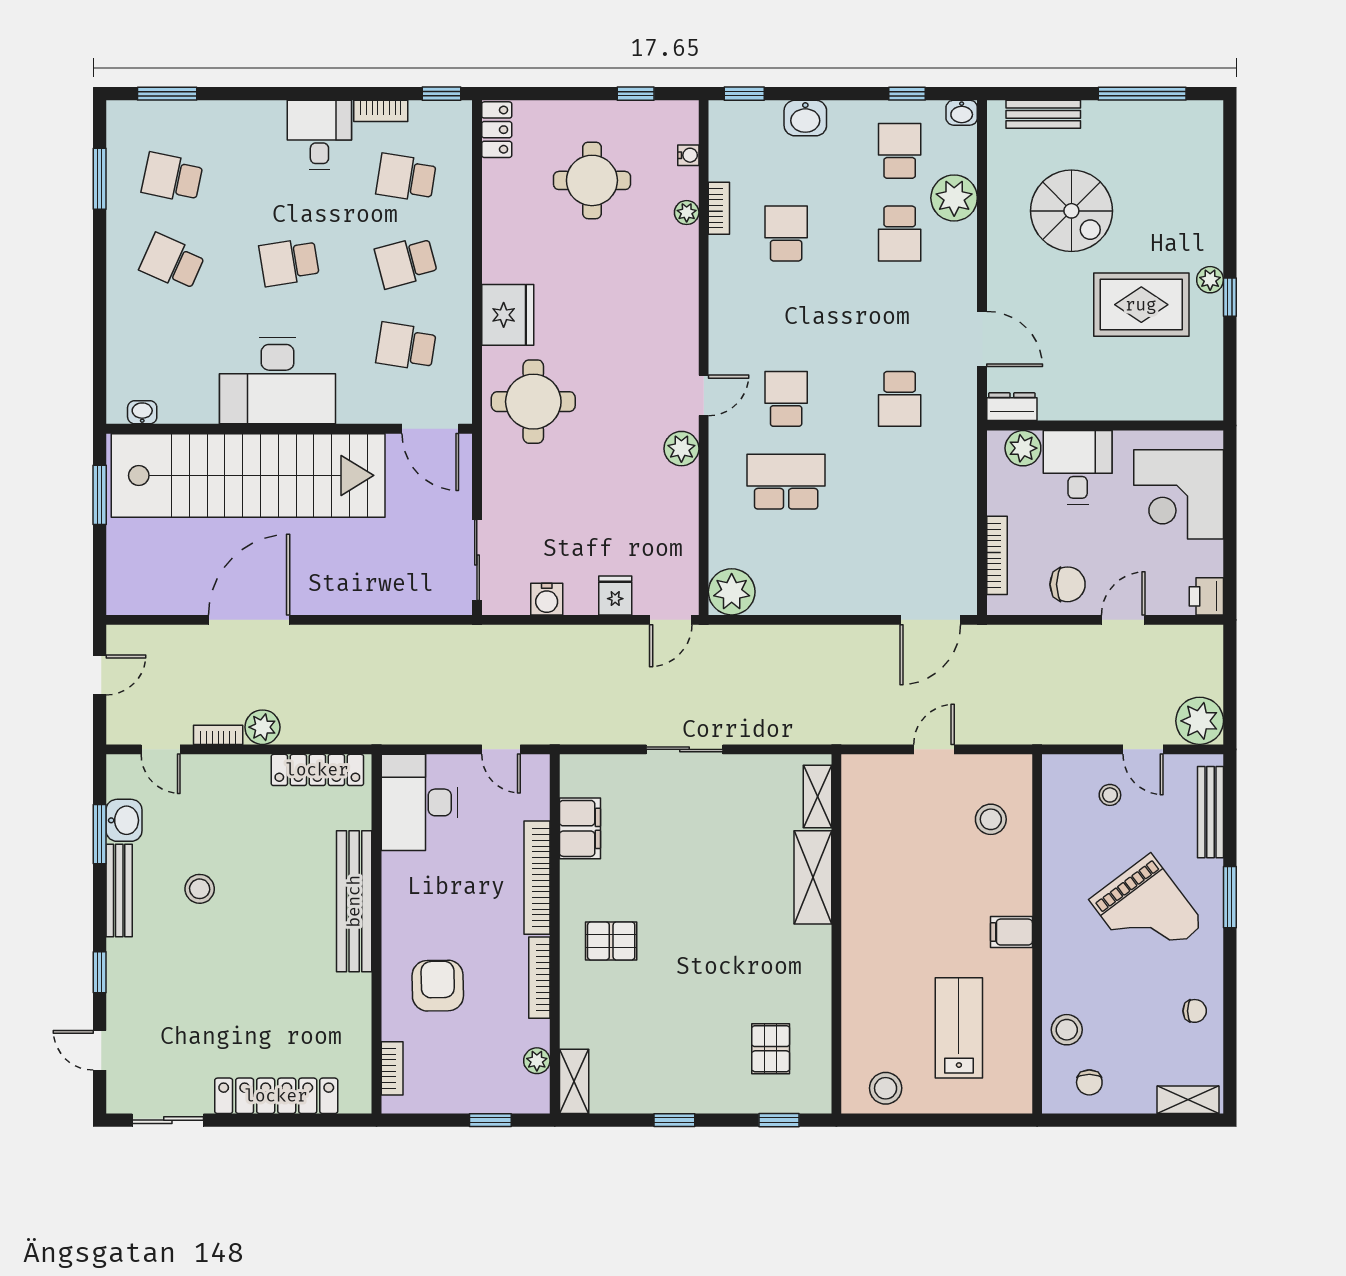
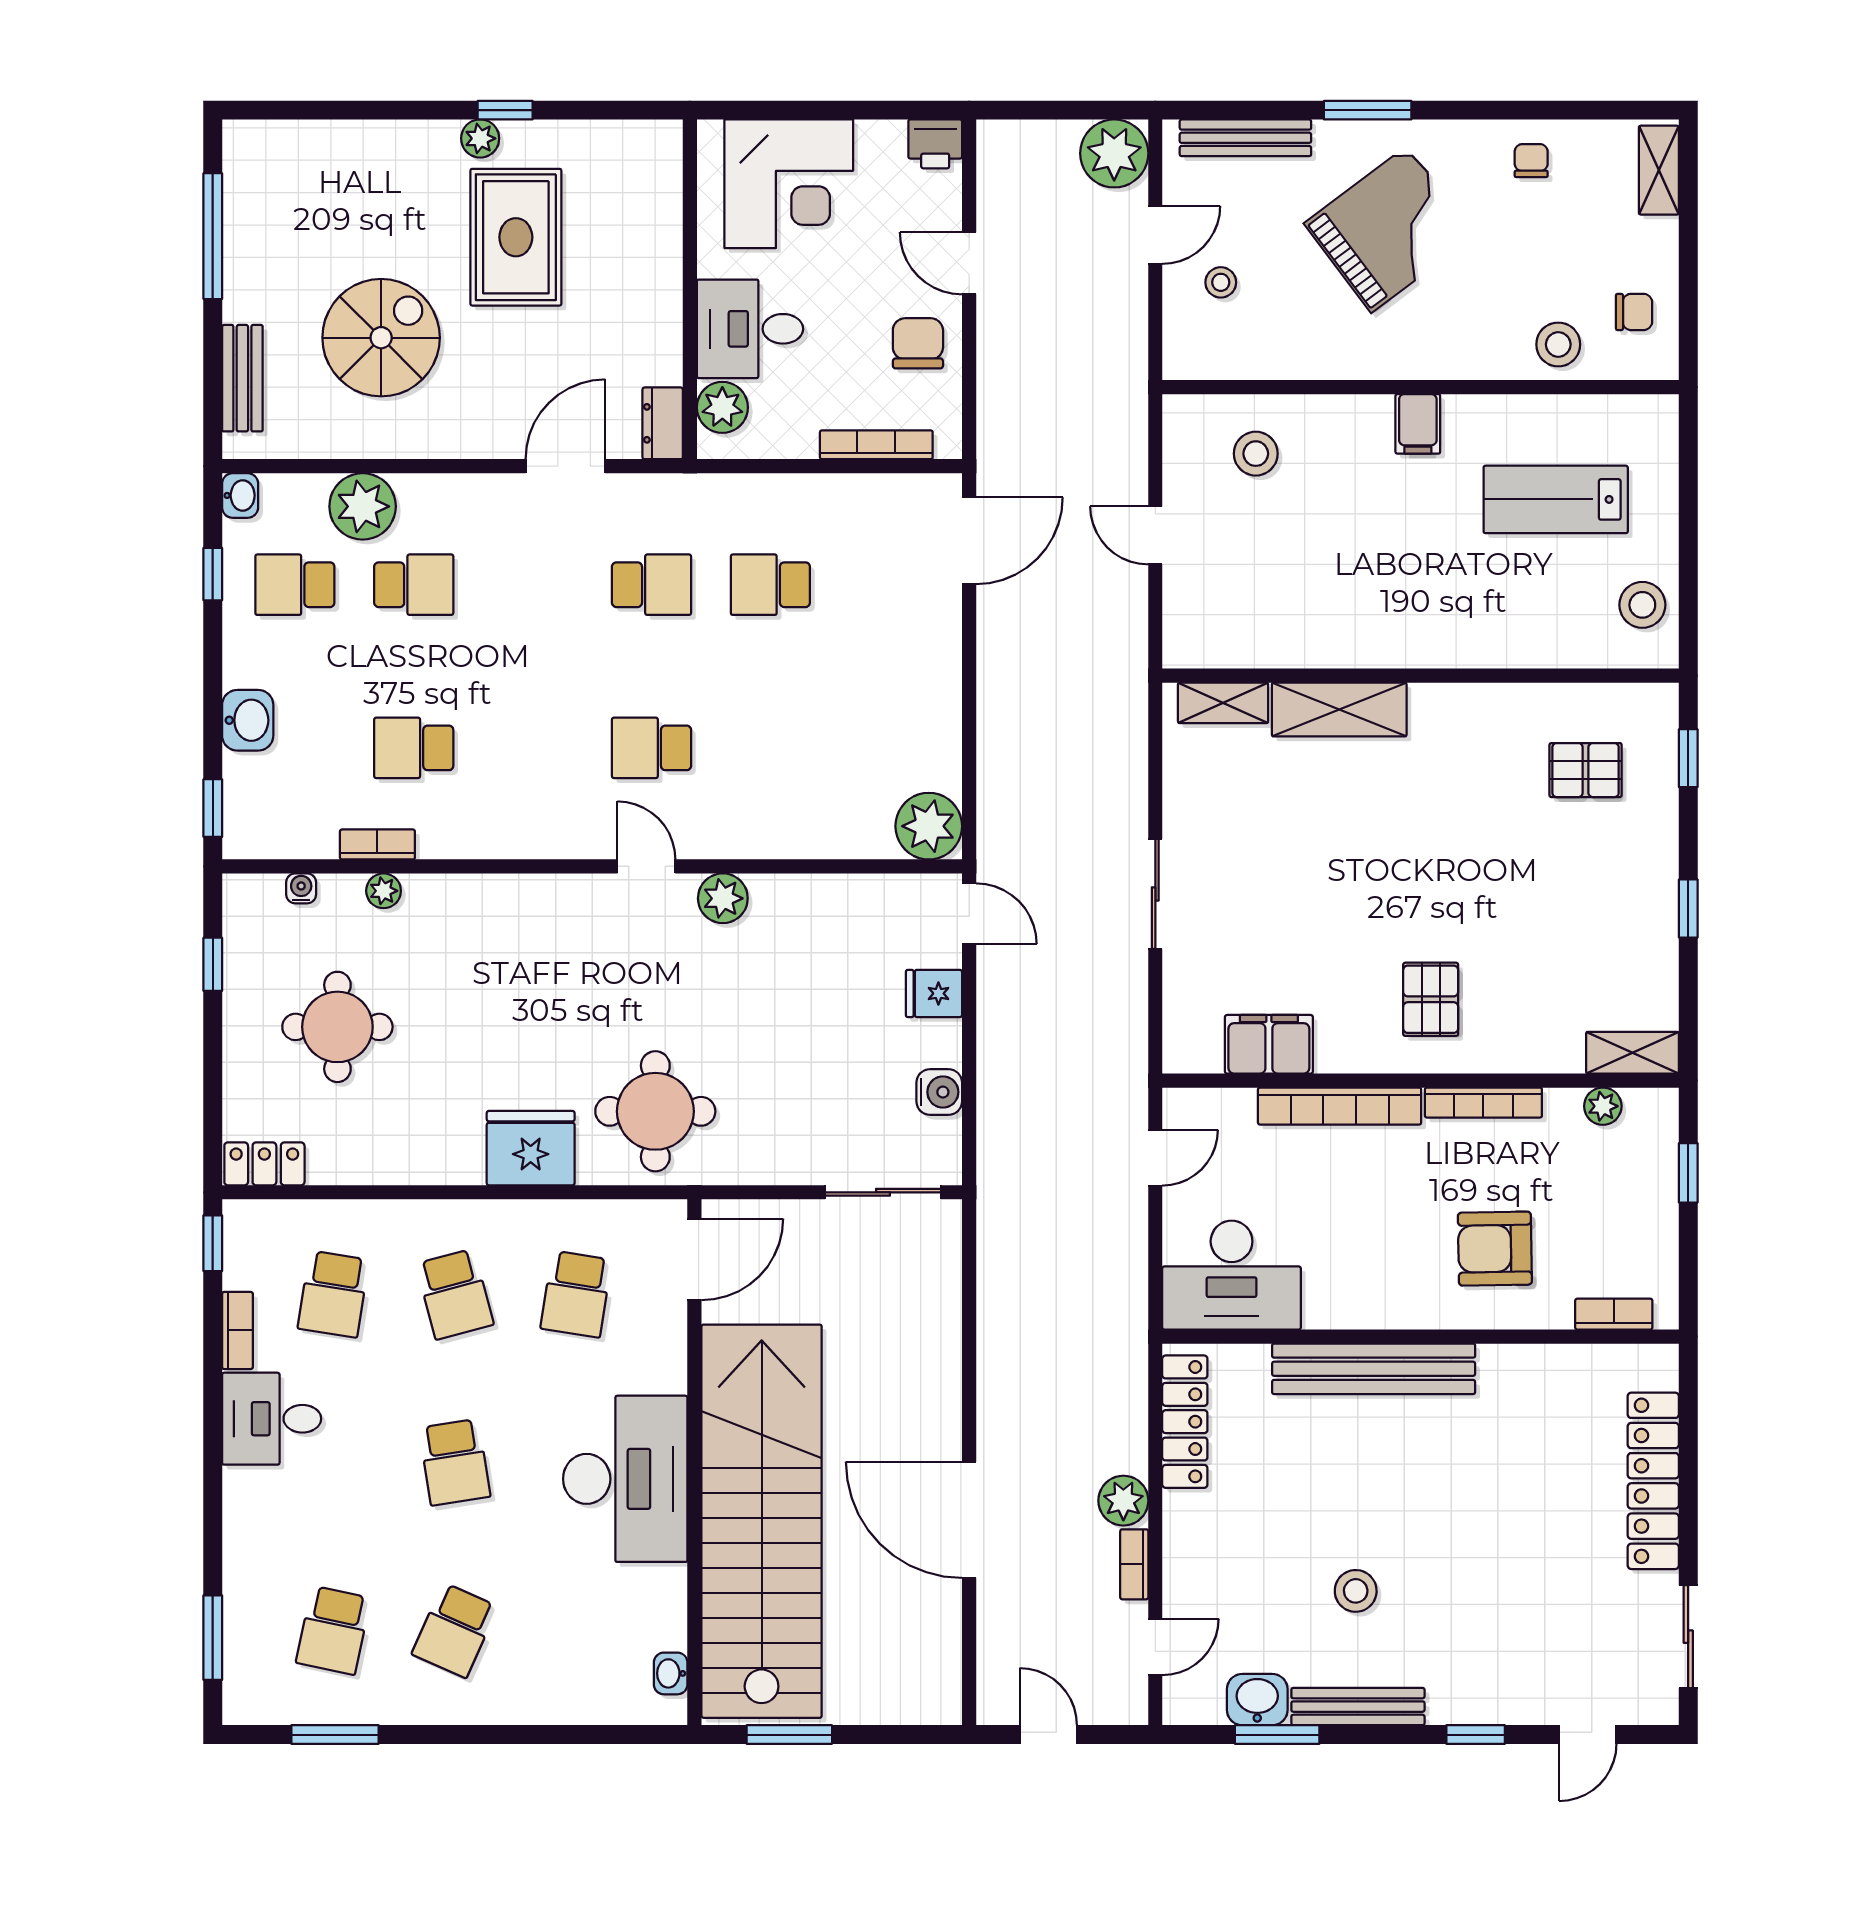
school desk: (786, 482) -> (770, 585), moved, width x0.54
door: (930, 620) -> (969, 541), hinge flipped

